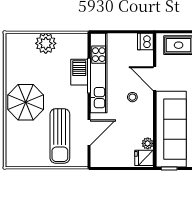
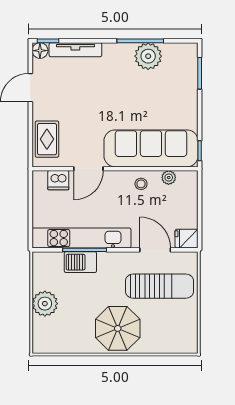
dishwasher: (145, 41) -> (58, 180), moved
stool: (132, 97) -> (141, 184), moved
fridge: (144, 158) -> (187, 239), moved, turned 90

